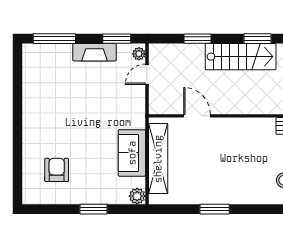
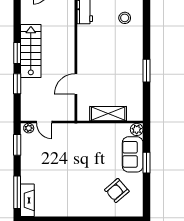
window: (257, 39) -> (17, 53), moved
fireplace: (94, 52) -> (27, 200), moved
sofa: (132, 153) -> (133, 154), moved, turned 90
shelving: (158, 159) -> (108, 114), width x0.68
armchair: (57, 170) -> (117, 191), turned -41

